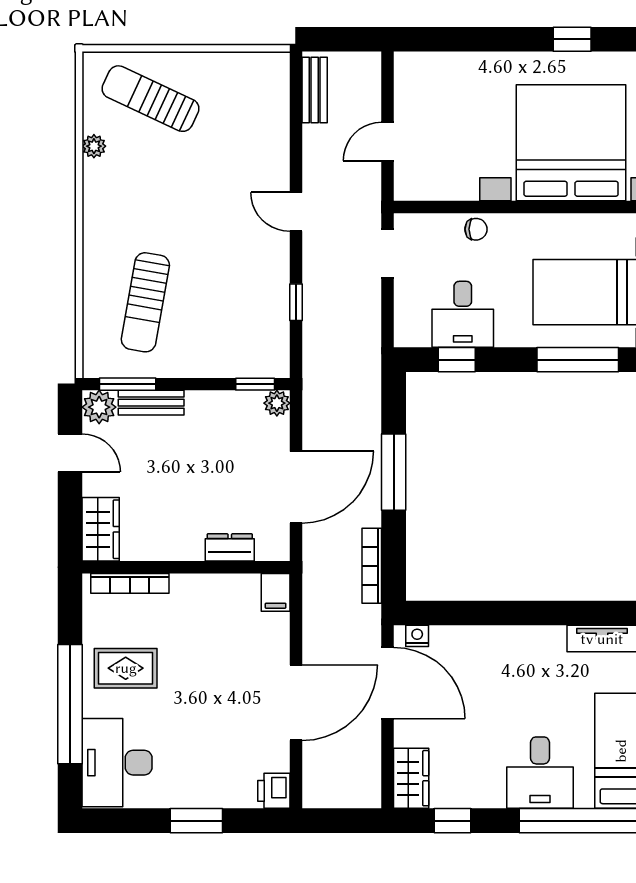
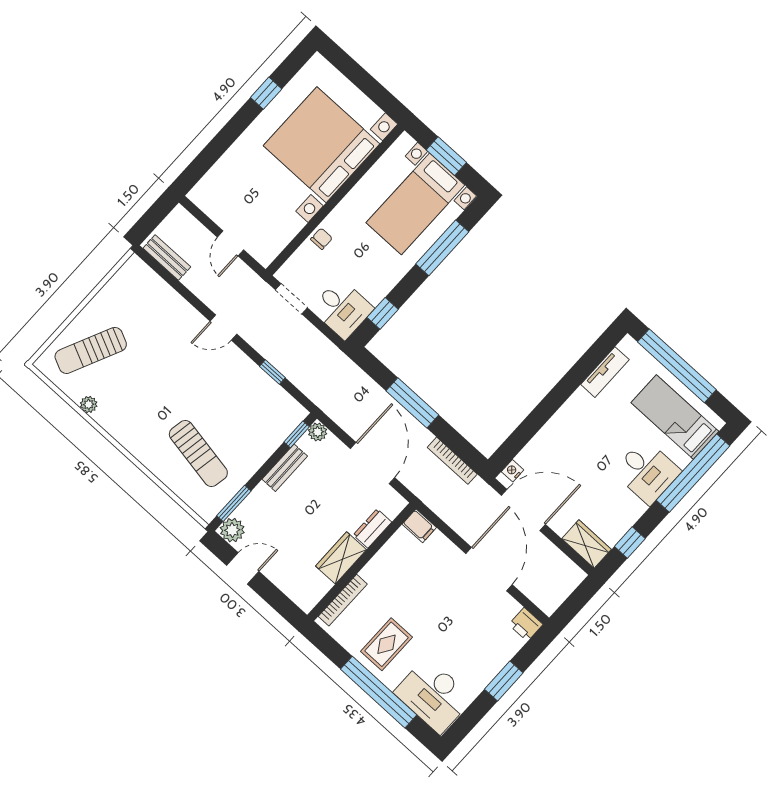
desk: (463, 314) -> (342, 309), moved
bench: (151, 403) -> (285, 468), moved
wardrobe: (101, 529) -> (341, 558), moved, turned -90

